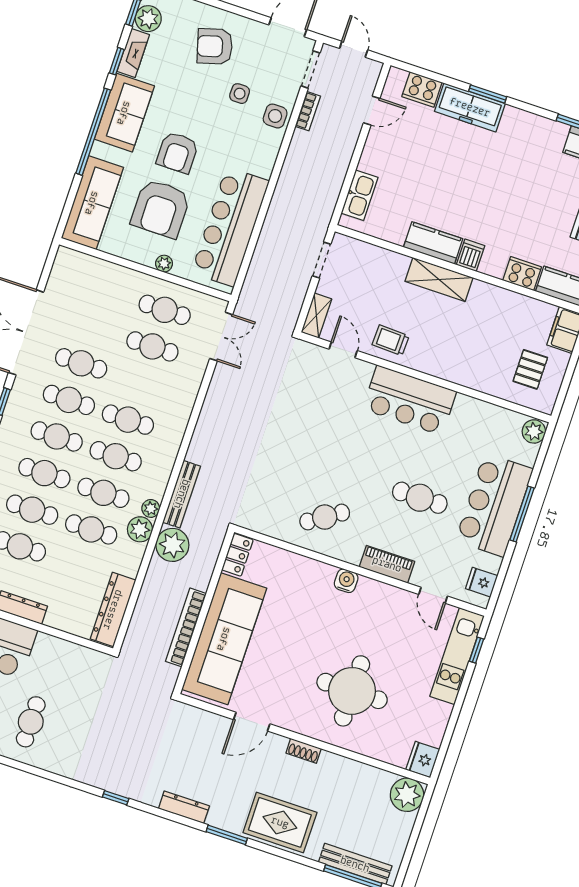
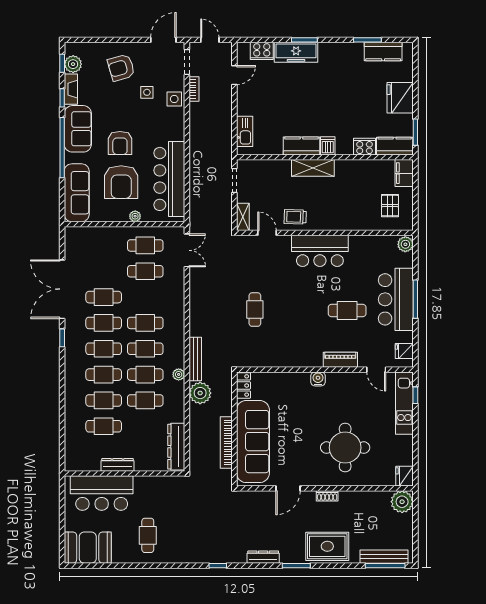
cafe table: (325, 517) -> (255, 310), moved, turned -57
plant: (140, 529) -> (176, 390), removed

